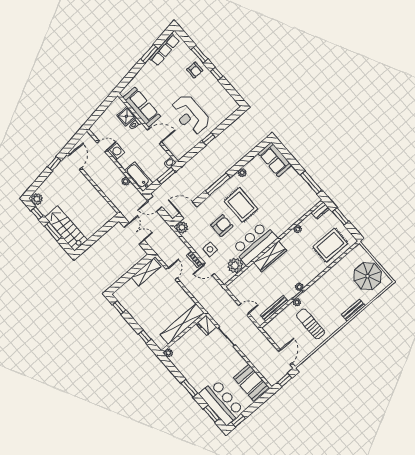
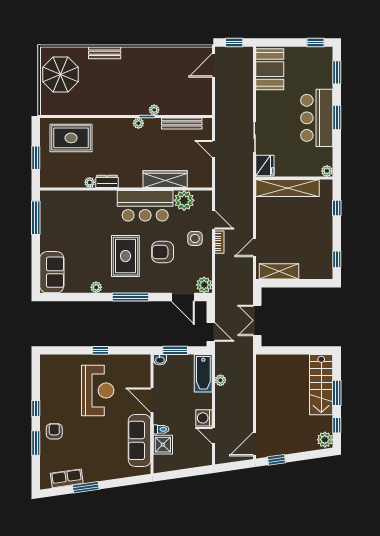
row of seats: (164, 49) -> (67, 478), width x0.68
dresser: (320, 211) -> (107, 181), moved
wardrobe: (270, 256) -> (165, 179), moved
sun lounger: (311, 324) -> (159, 76), removed
bar counter: (222, 402) -> (317, 118), moved

